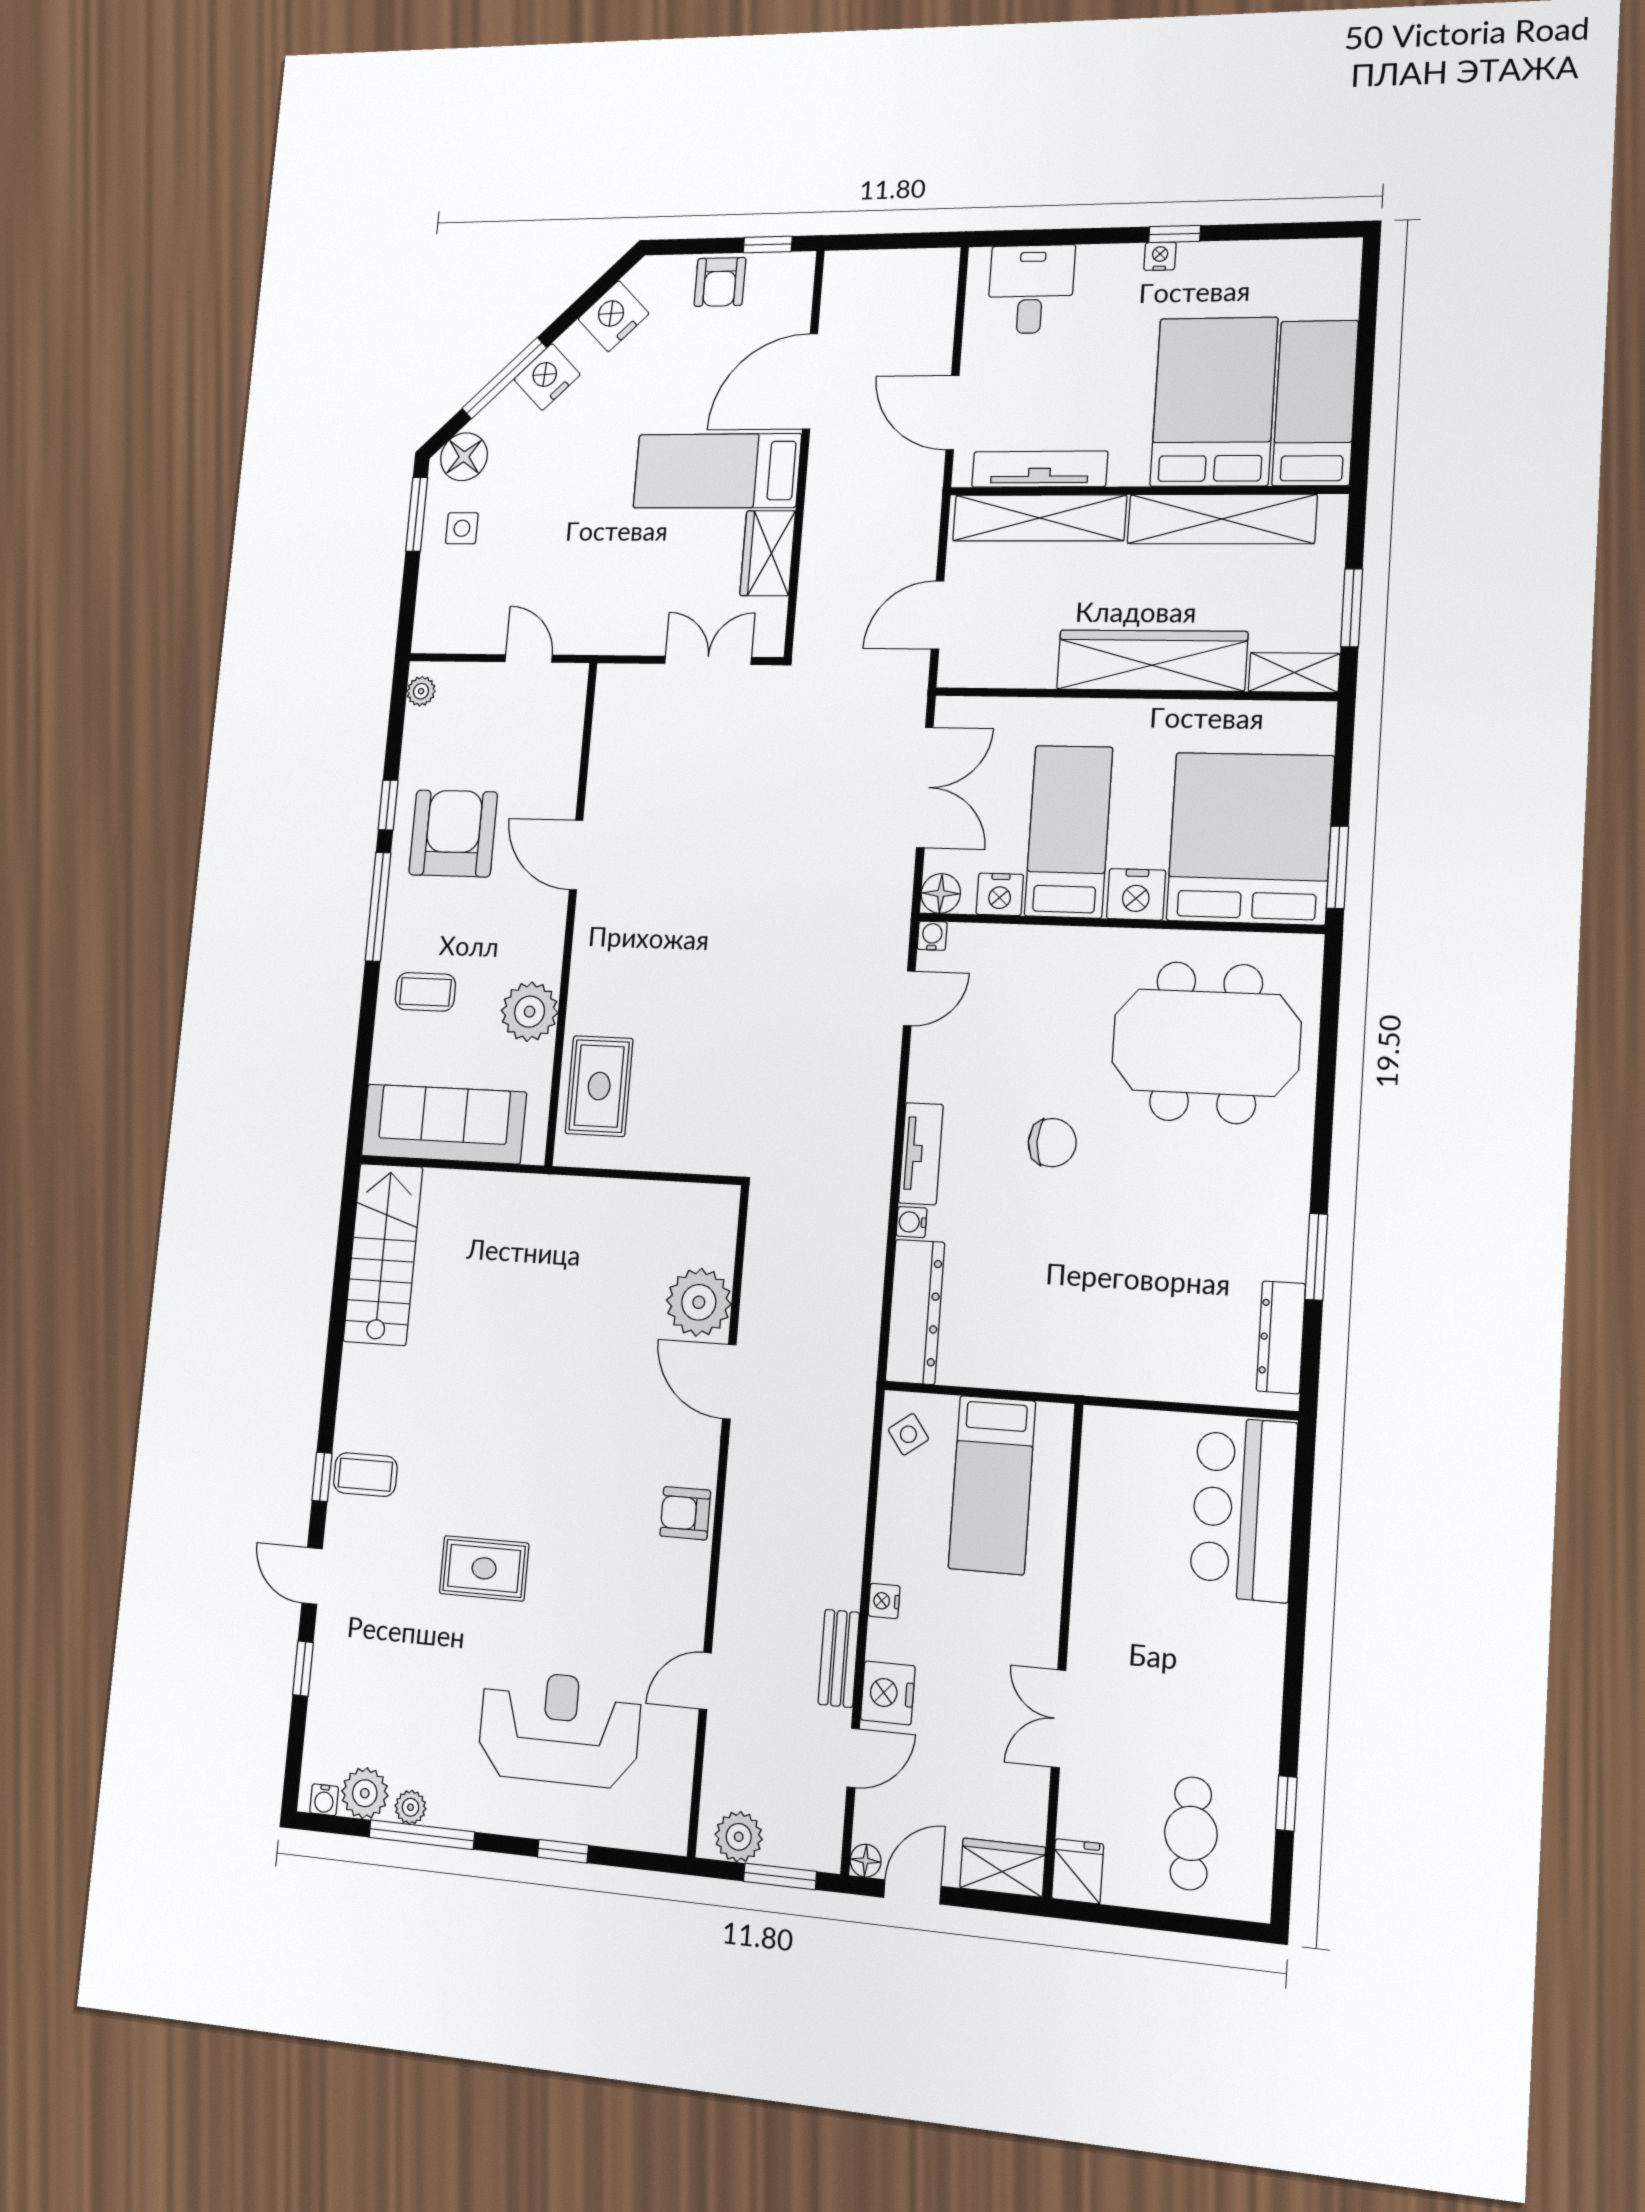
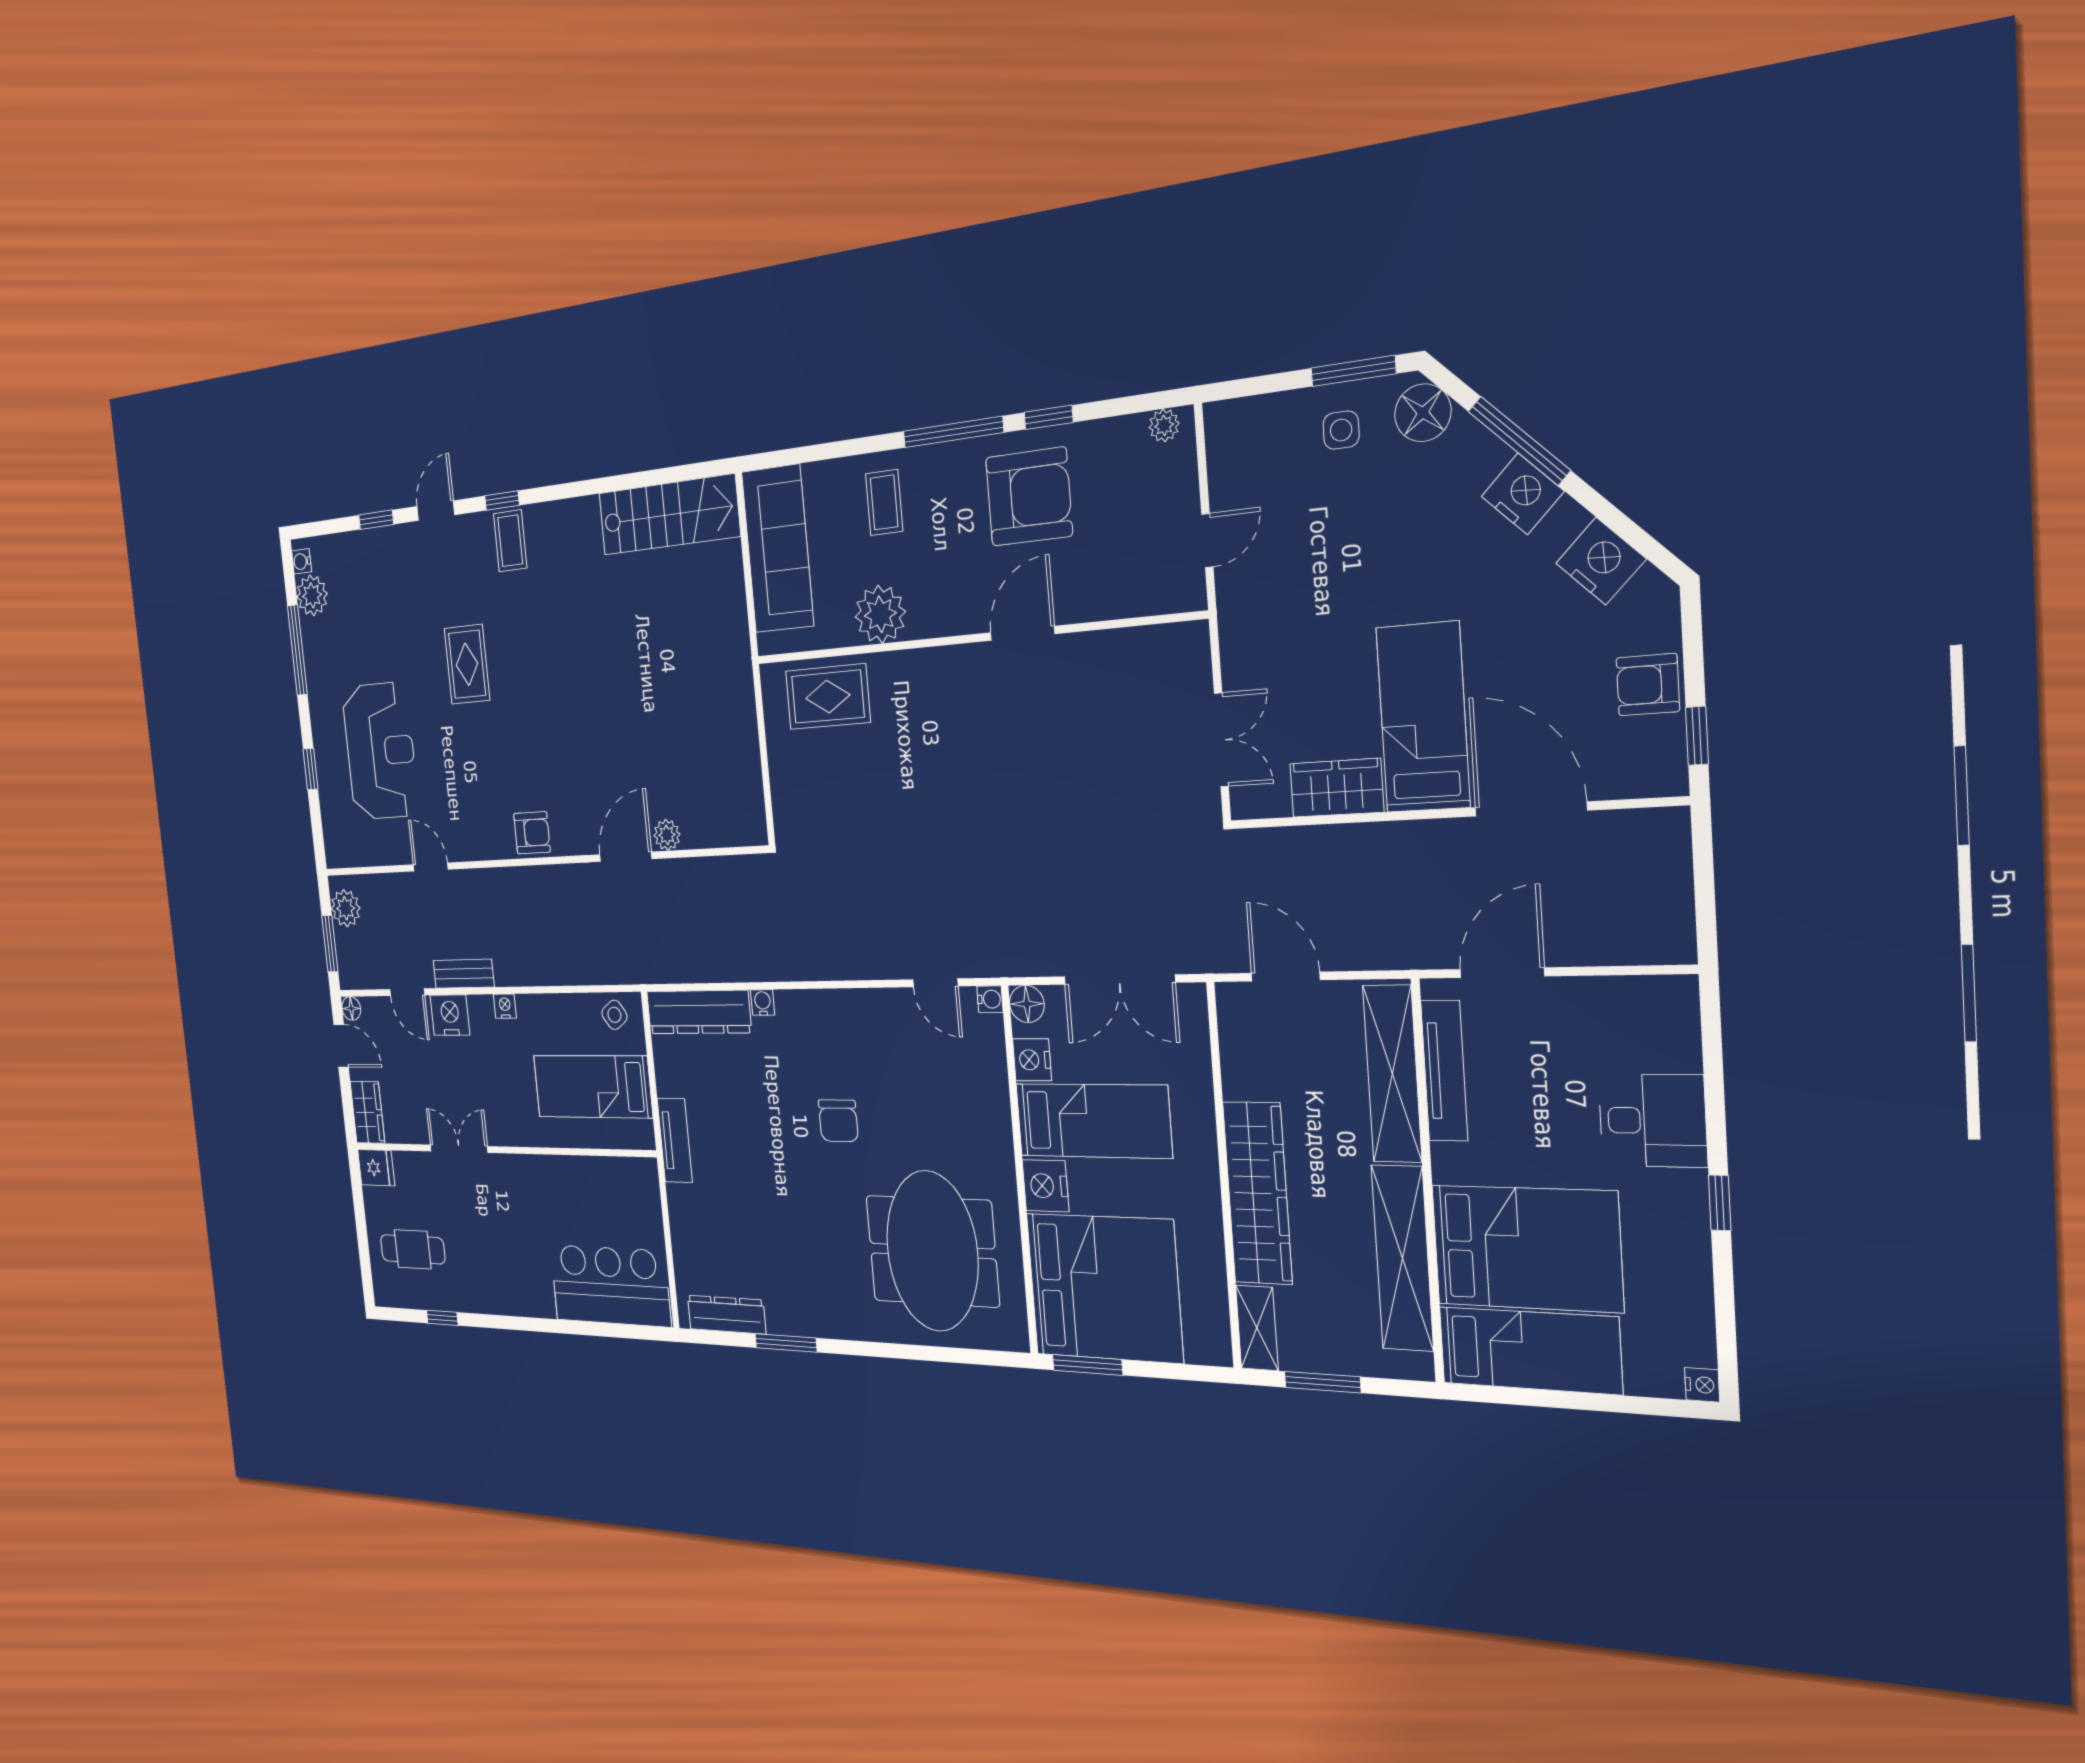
nightstand: (1160, 256) -> (1702, 1385), moved
desk: (1031, 289) -> (1653, 1121), moved
tv unit: (921, 1154) -> (675, 1140), moved, turned -90
plant: (699, 1302) -> (667, 835), width x0.53, depth x0.53
armchair: (685, 1513) -> (532, 833), turned 90
plant: (410, 1807) -> (311, 637), removed

